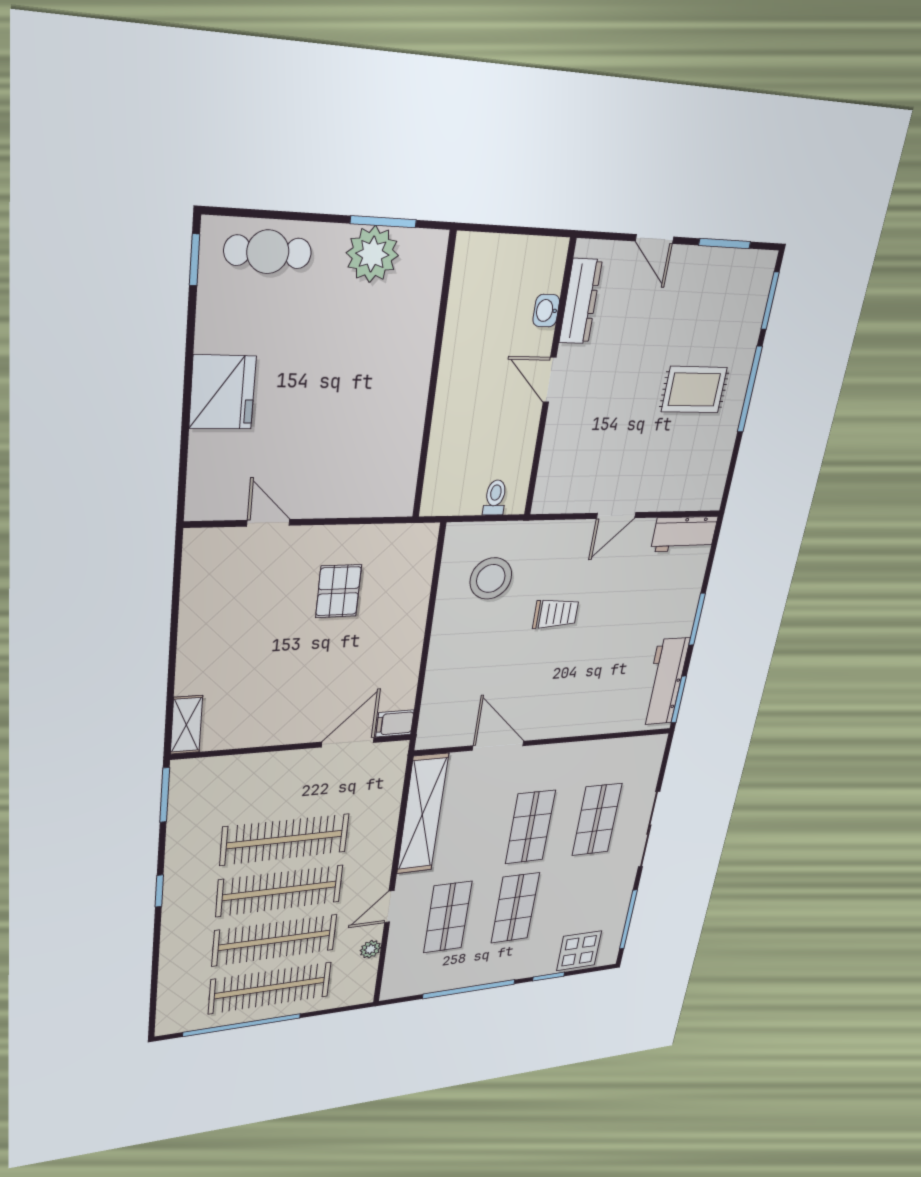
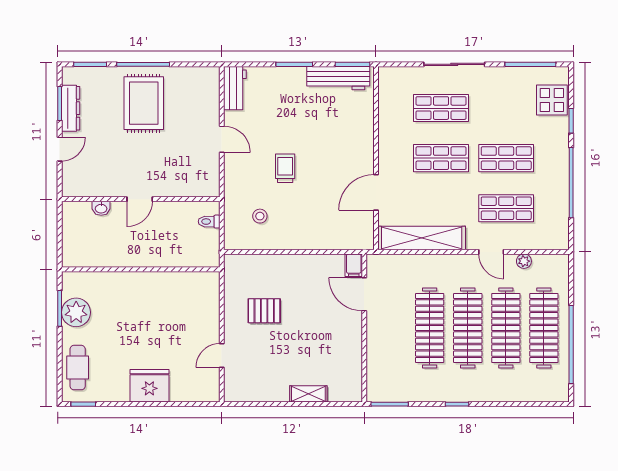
dresser: (581, 301) -> (71, 108), moved, turned 90
rug: (694, 390) -> (144, 103), width x1.36, depth x1.43
stool: (491, 578) -> (260, 216), width x0.53, depth x0.53
shelving: (186, 725) -> (308, 394), moved

